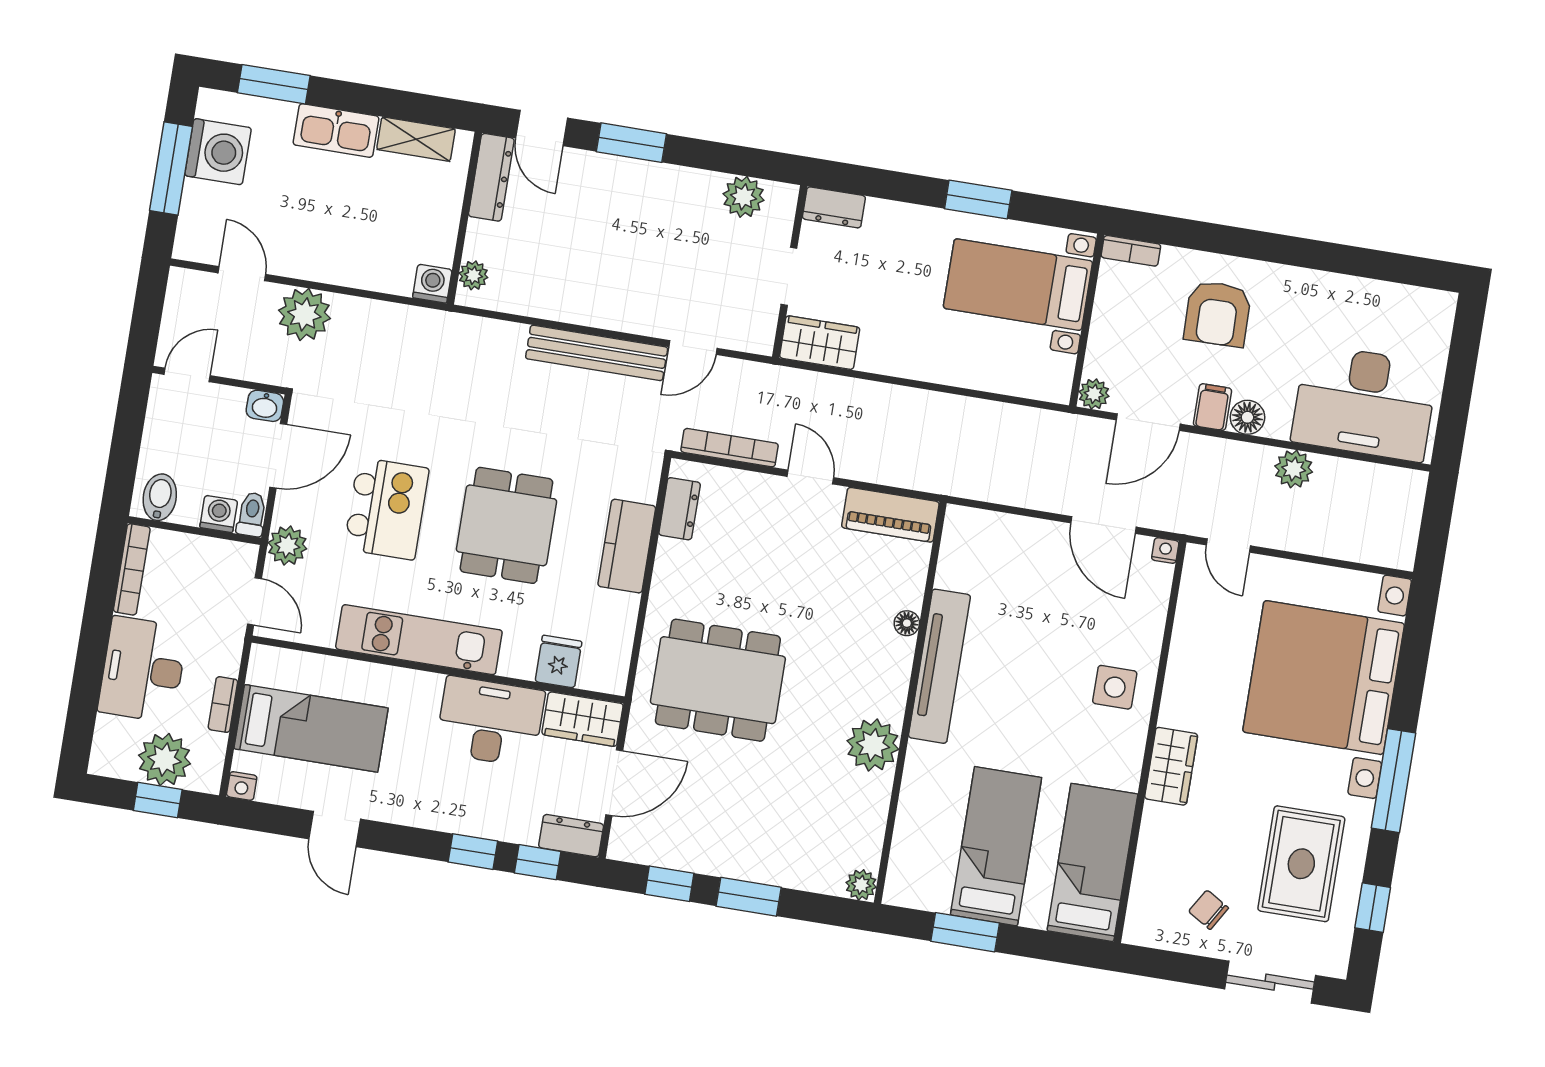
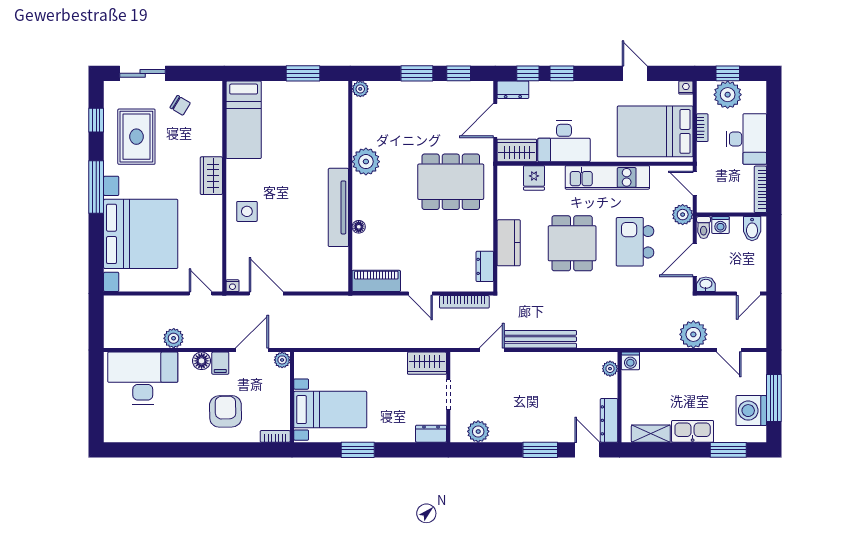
bed: (311, 728) -> (655, 131), width x1.50
bed: (996, 846) -> (294, 120), removed

